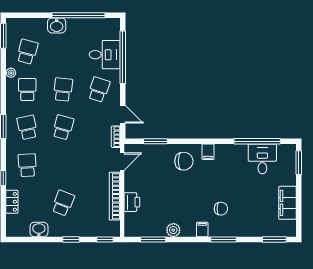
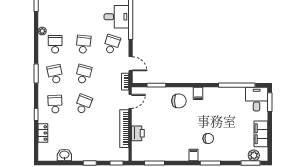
school desk: (27, 52) -> (55, 14), removed
desk: (262, 159) -> (257, 99), moved
school desk: (63, 203) -> (83, 104), moved
plant: (173, 230) -> (254, 155), moved

